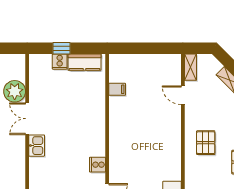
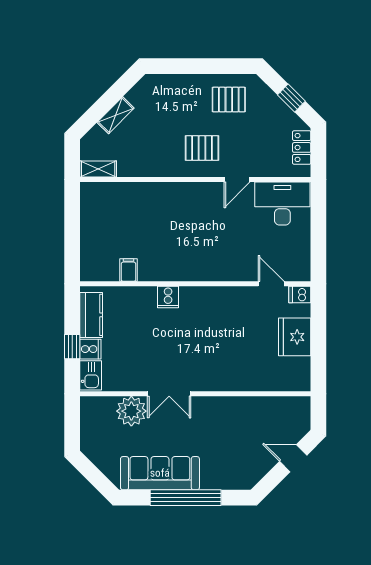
door: (183, 95) -> (237, 180), moved
kitchen sink: (37, 146) -> (91, 375), moved, turned 90
cooker: (98, 165) -> (168, 297), moved

